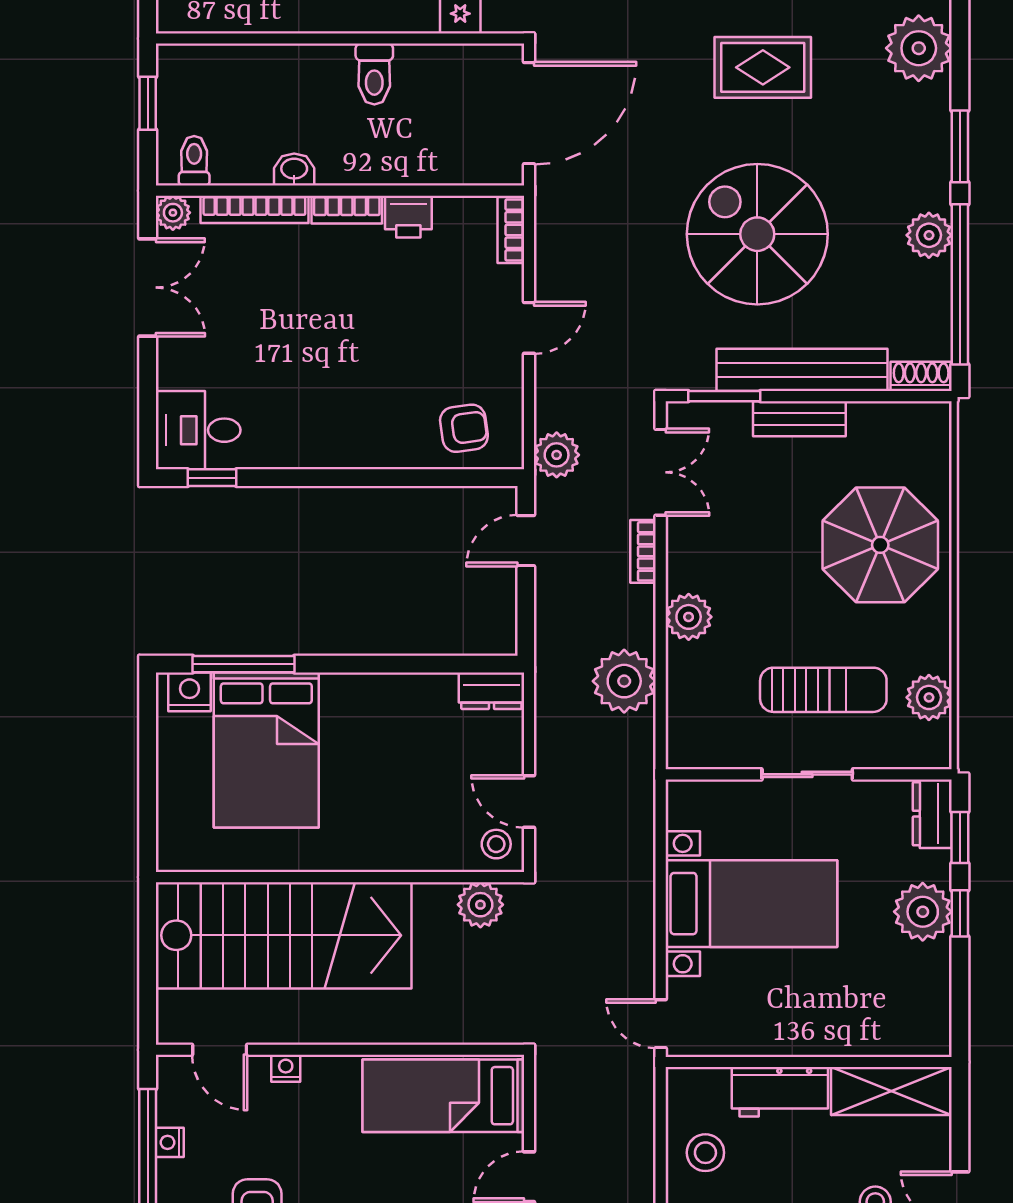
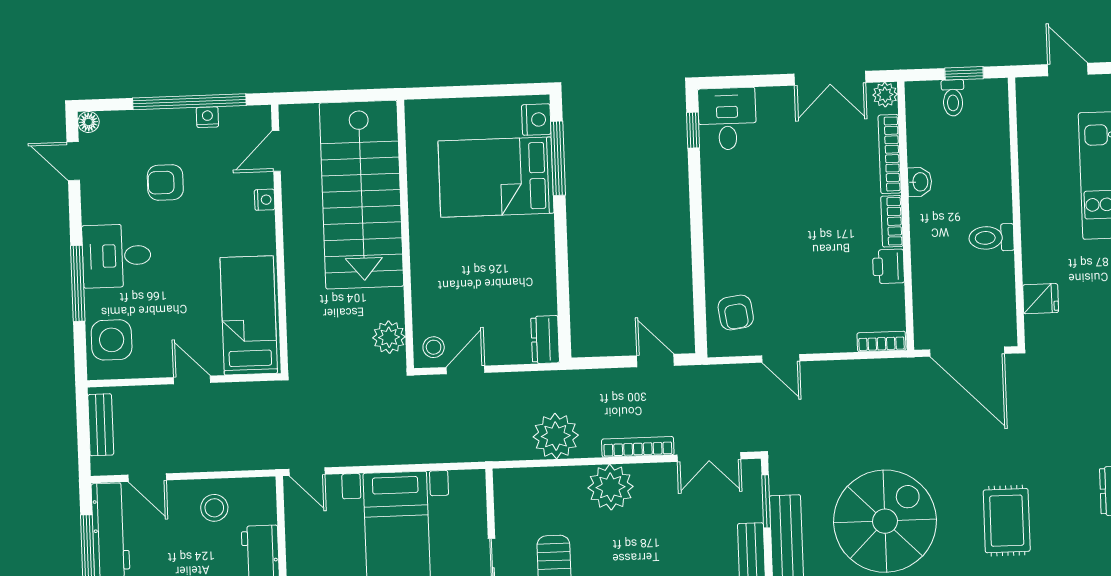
toilet: (194, 161) -> (953, 98), moved, turned 90
door: (529, 328) -> (781, 358), moved
plant: (557, 455) -> (719, 381), removed
bookcase: (643, 551) -> (638, 447), width x1.56
plant: (689, 617) -> (611, 487), width x1.36, depth x1.36
door: (661, 1024) -> (307, 472), swing flipped

